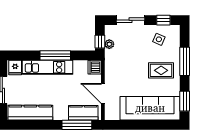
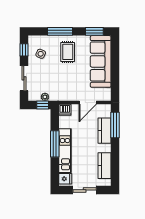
kitchen counter: (30, 113) -> (104, 166), width x0.67
kitchen counter: (83, 113) -> (105, 131), moved

